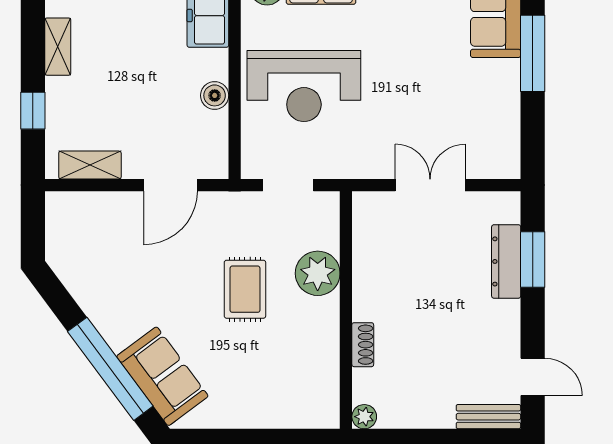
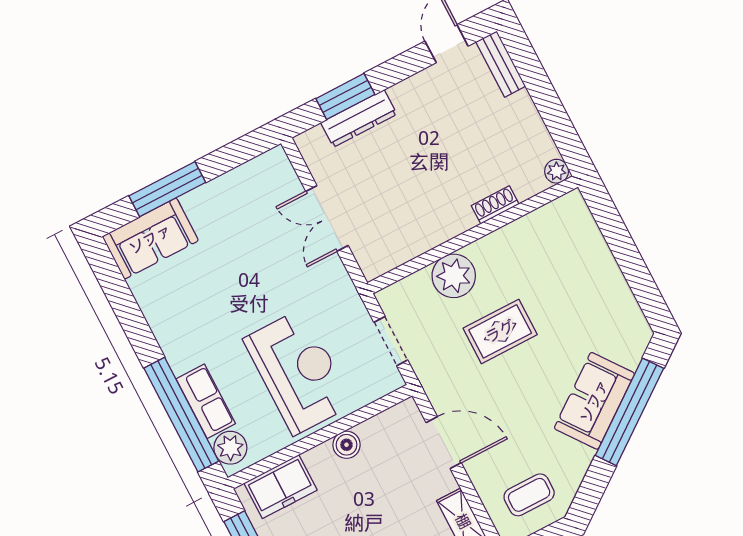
coffee table: (82, 238) -> (529, 495), added
sofa: (162, 376) -> (594, 401), moved

